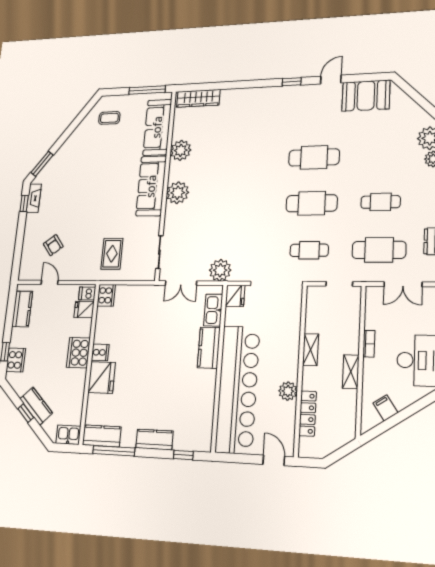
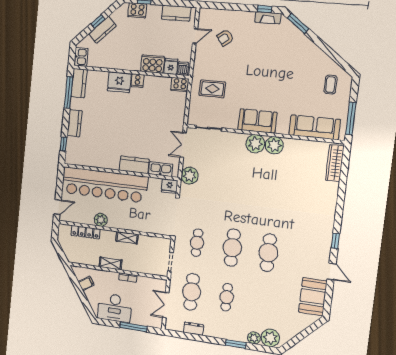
plant: (181, 150) -> (274, 145), moved
sofa: (151, 186) -> (257, 121), width x0.73
cooker: (78, 353) -> (153, 64), moved

